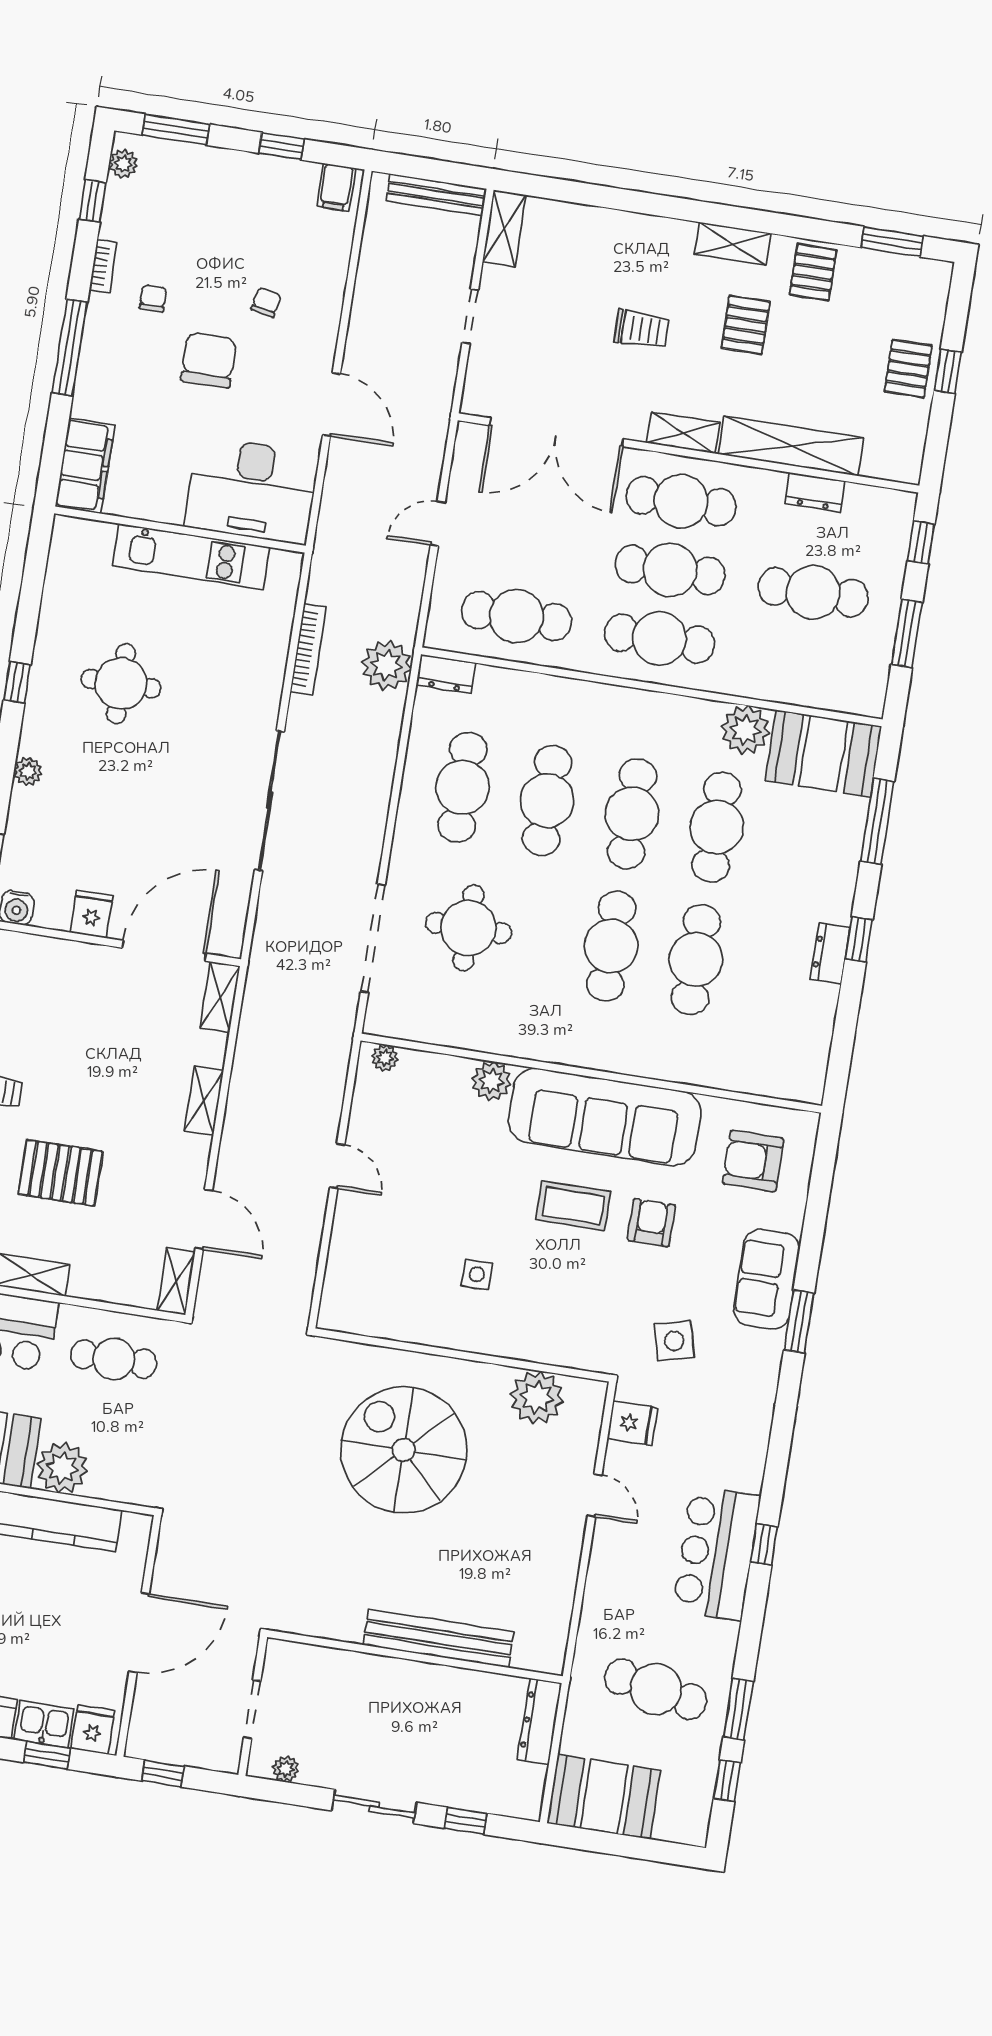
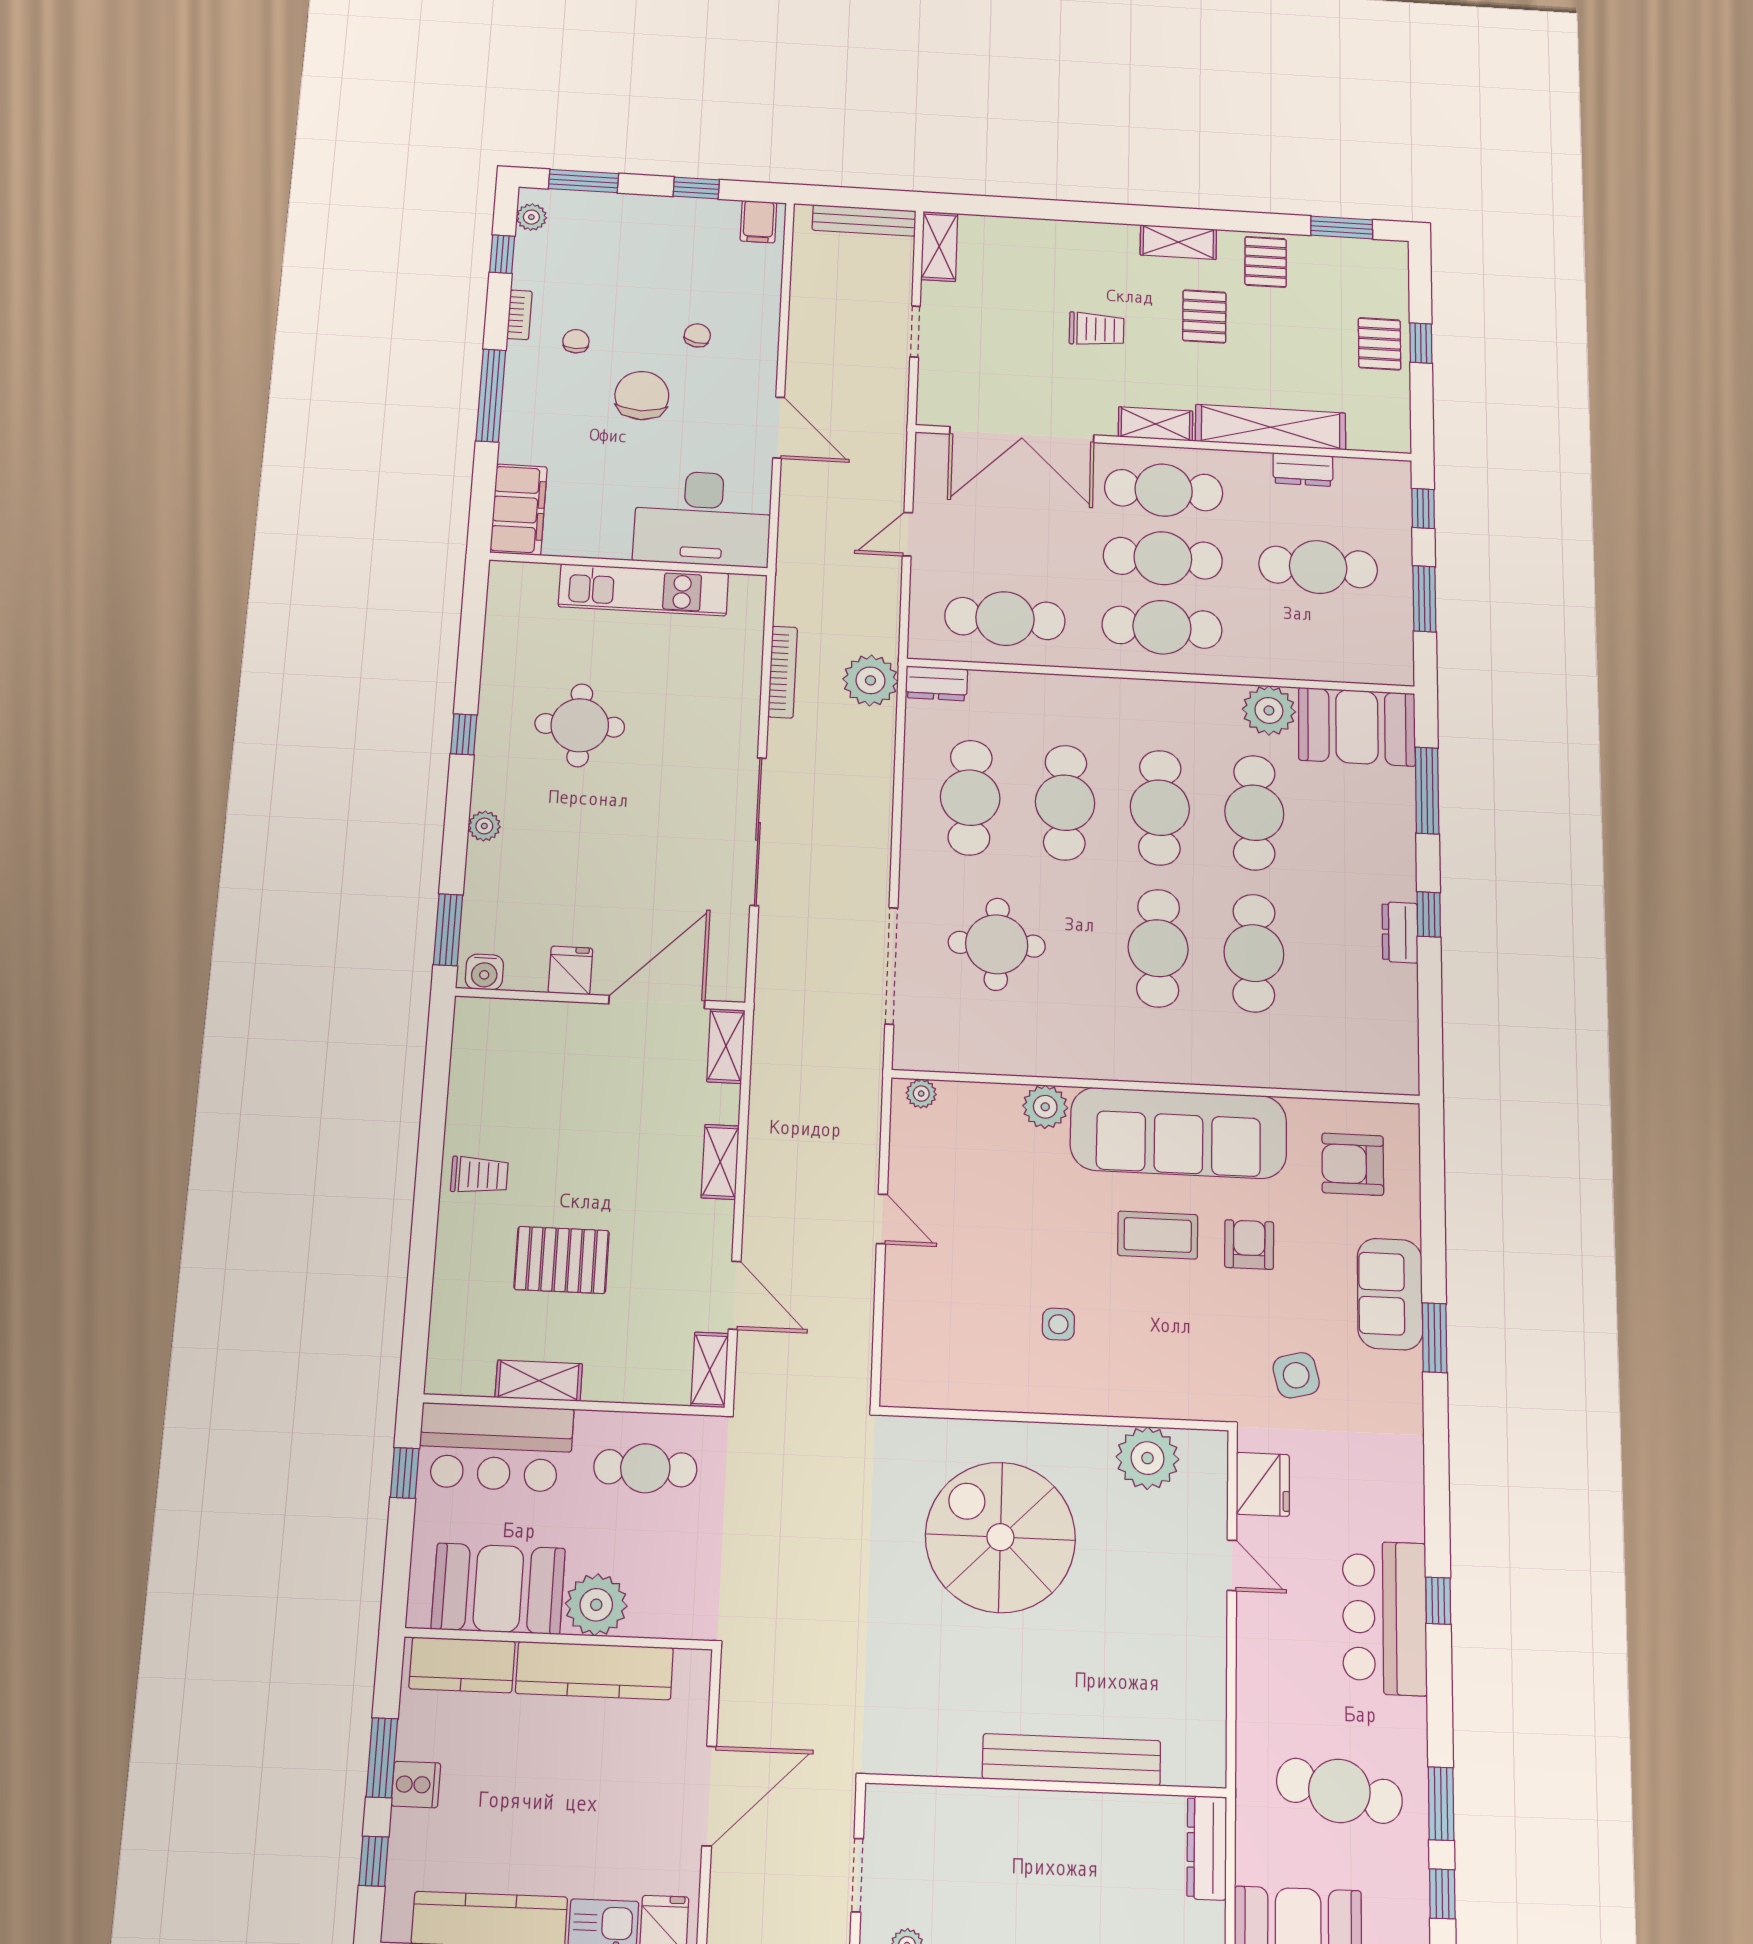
fridge: (632, 1423) -> (1263, 1484), width x1.38

